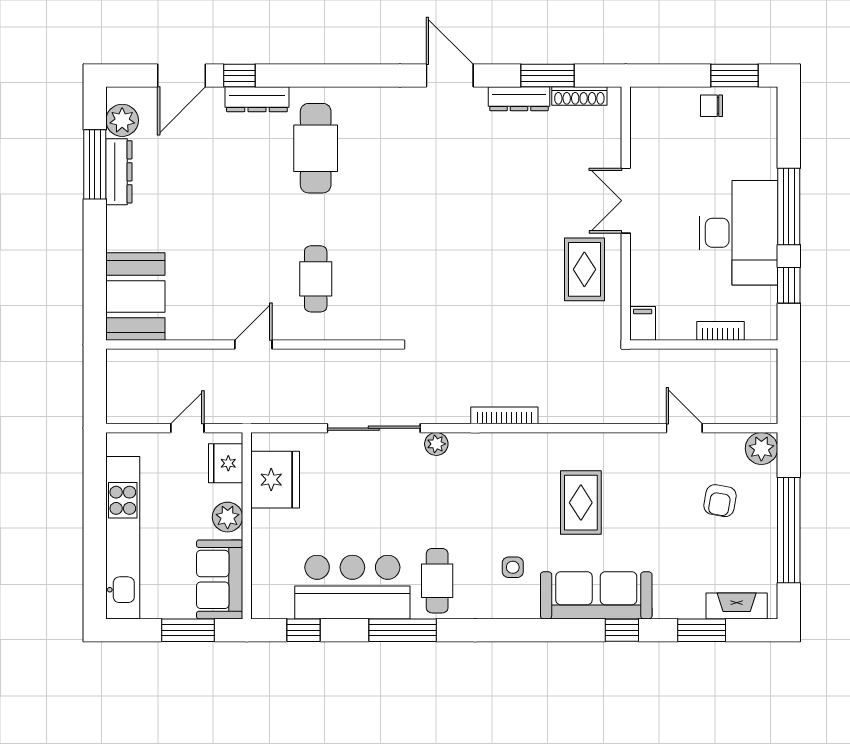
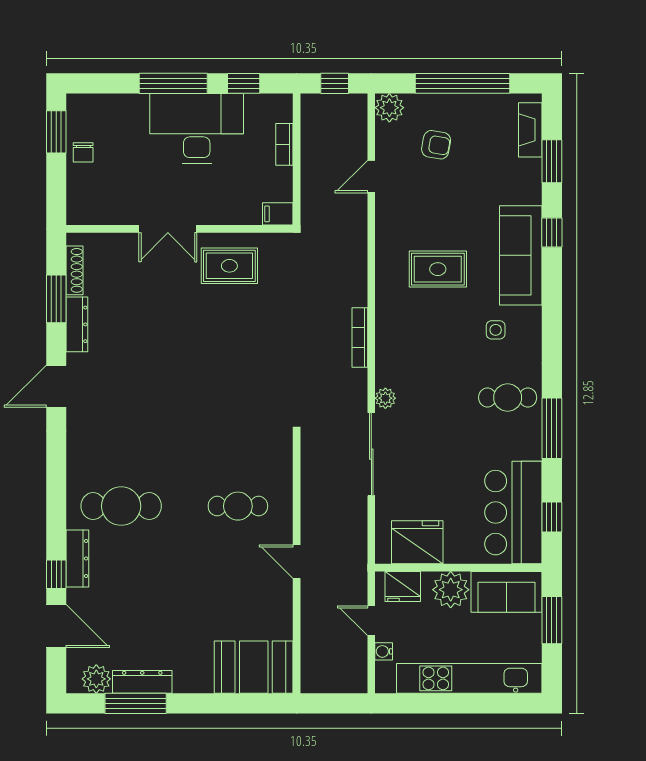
window: (789, 387) -> (335, 83), added
water cooler: (153, 442) -> (384, 651), added
plant: (228, 517) -> (451, 590), width x1.36, depth x1.36
bar counter: (352, 587) -> (513, 513), moved

